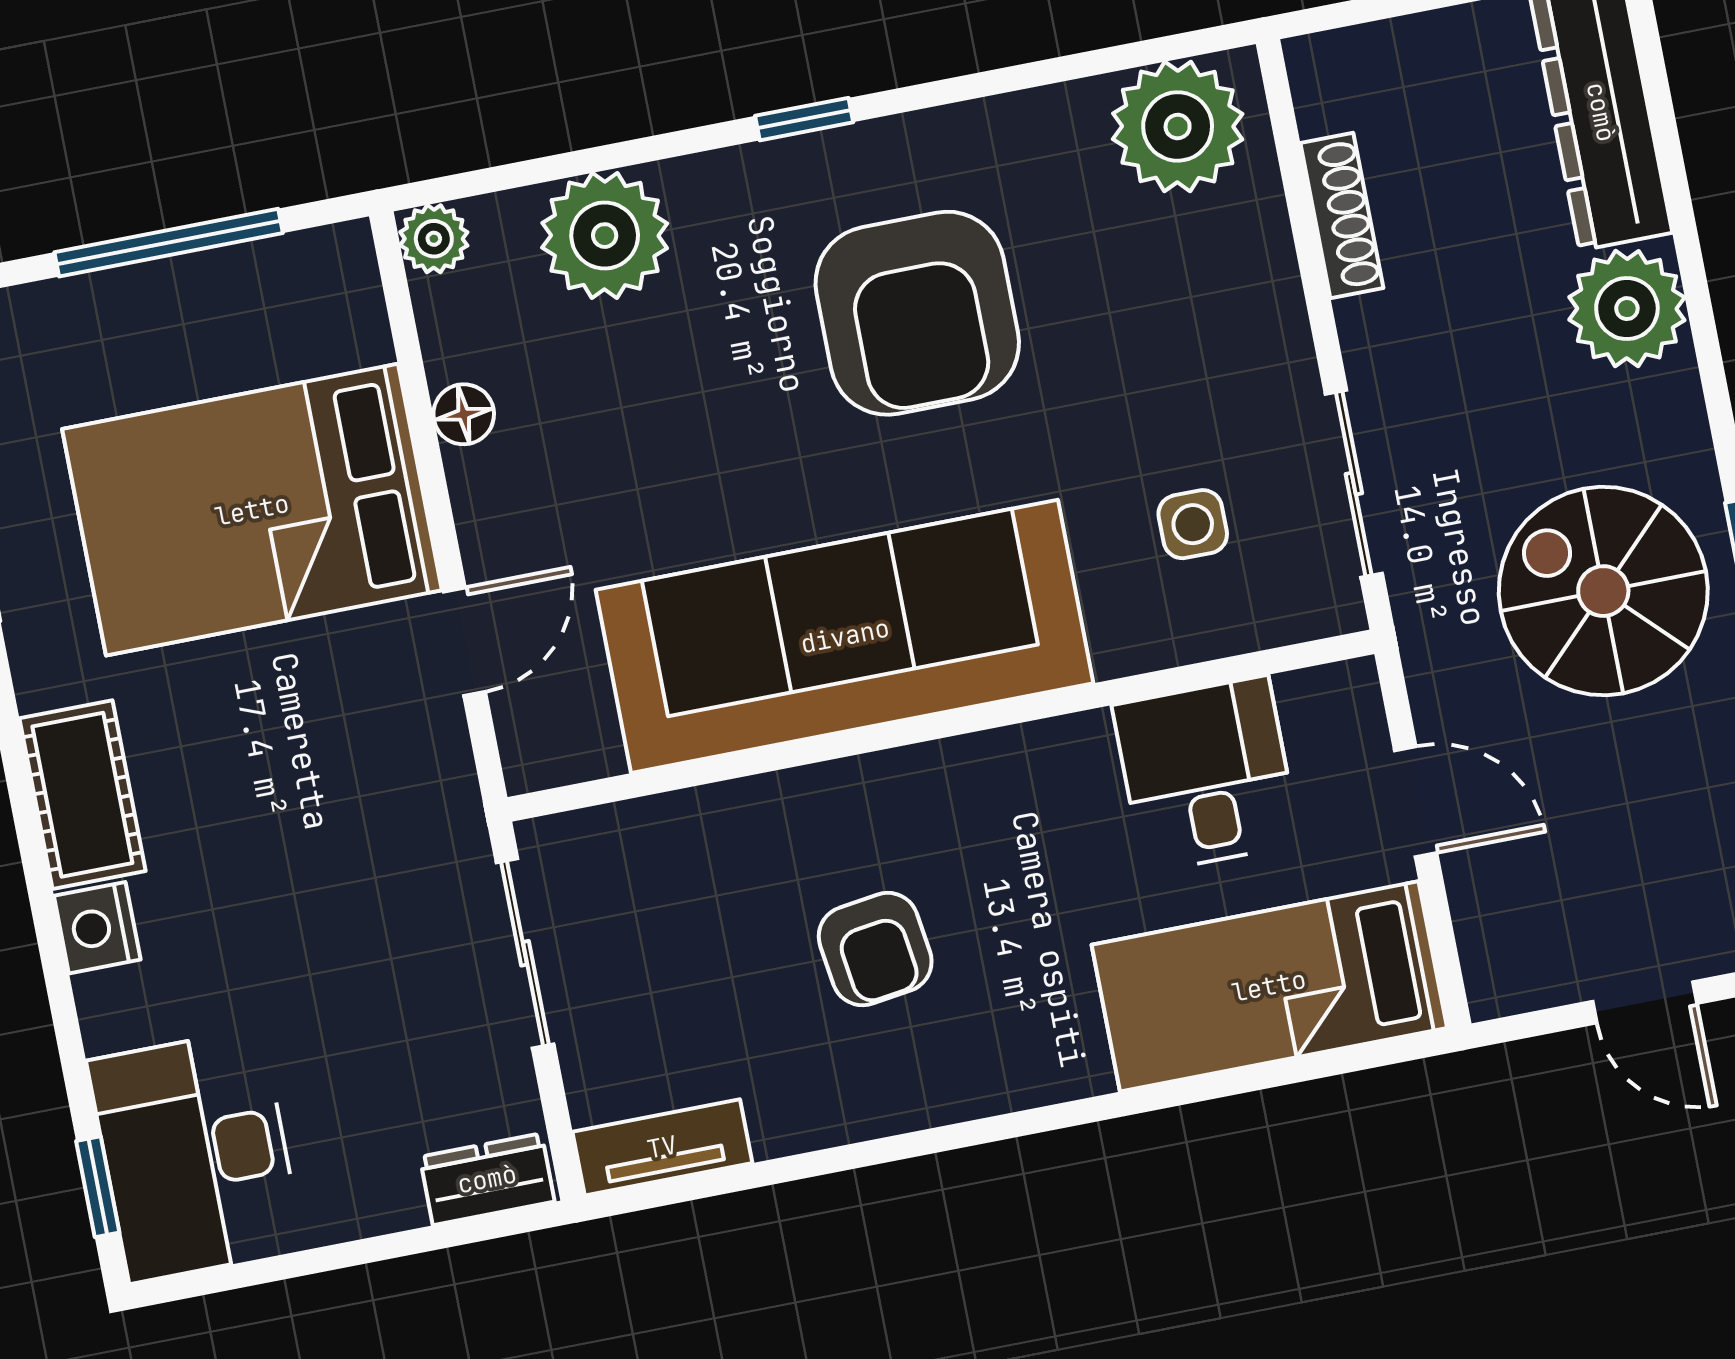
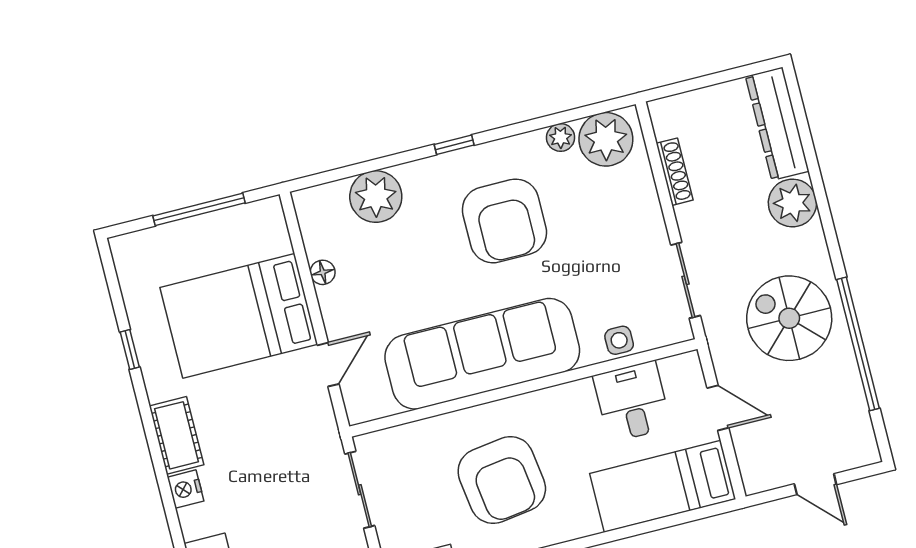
plant: (434, 239) -> (561, 137), moved
side table: (1193, 524) -> (619, 340), moved
armchair: (875, 949) -> (502, 480), width x1.88, depth x1.88

